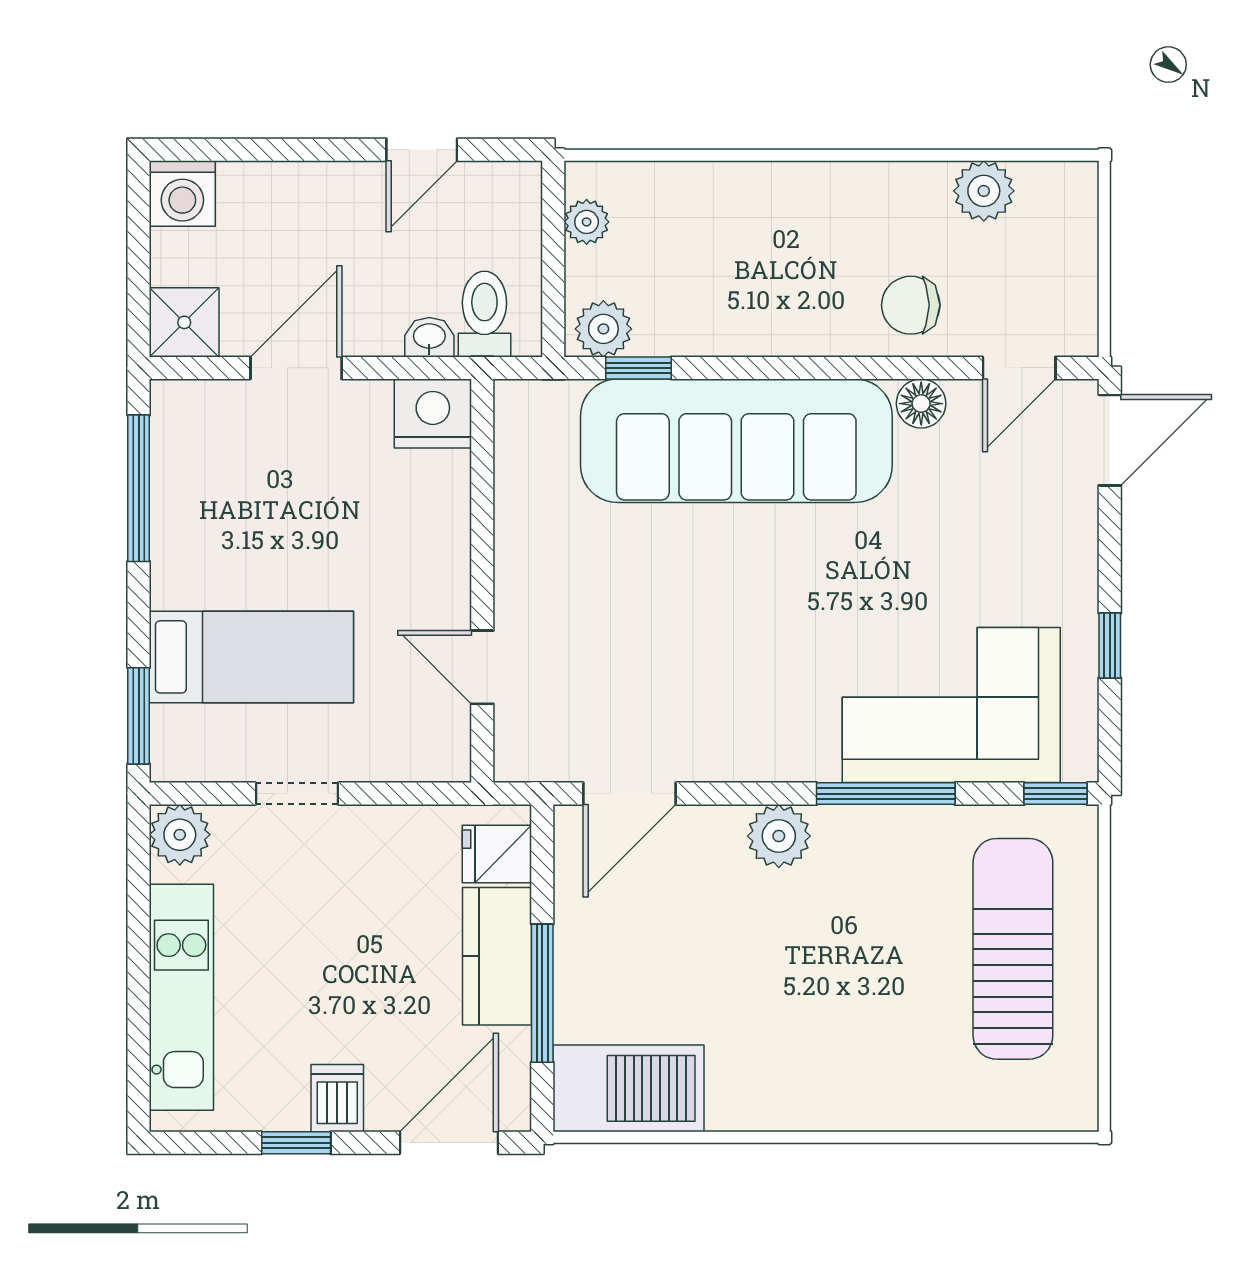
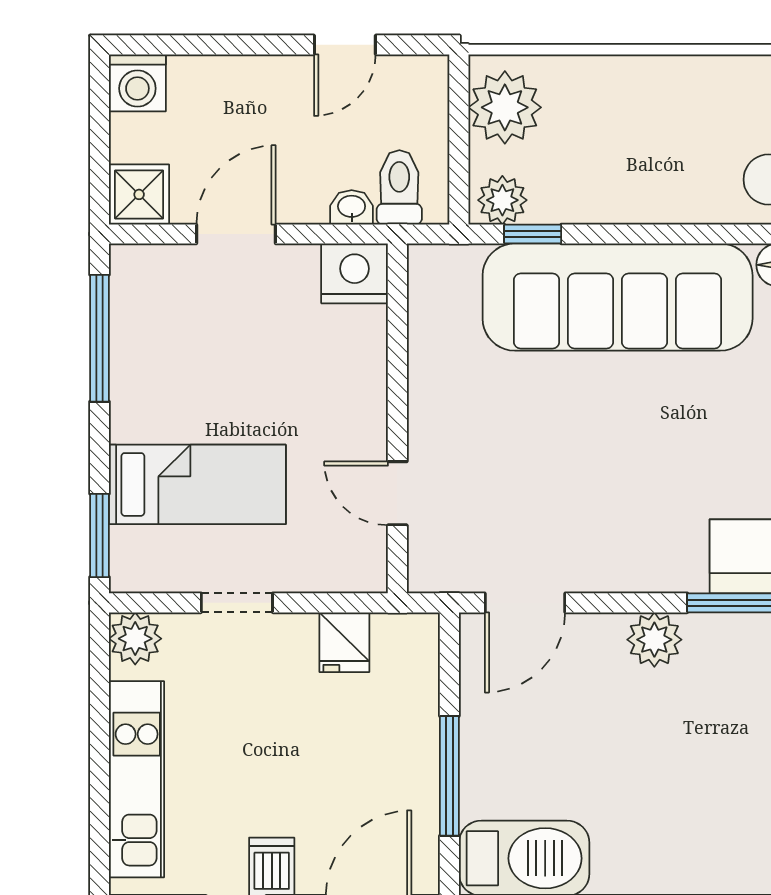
plant: (587, 222) -> (505, 107), width x1.88, depth x1.88
fridge: (497, 854) -> (344, 642), moved, turned -90
kitchen counter: (497, 956) -> (410, 744), removed

